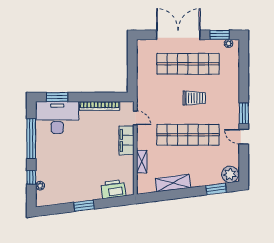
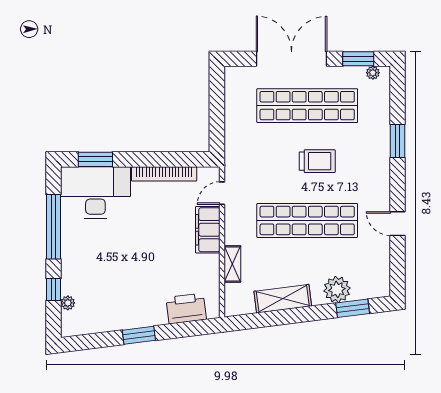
window: (244, 113) -> (398, 141), moved
door: (135, 118) -> (222, 193), swing flipped
plant: (230, 174) -> (337, 289), moved

